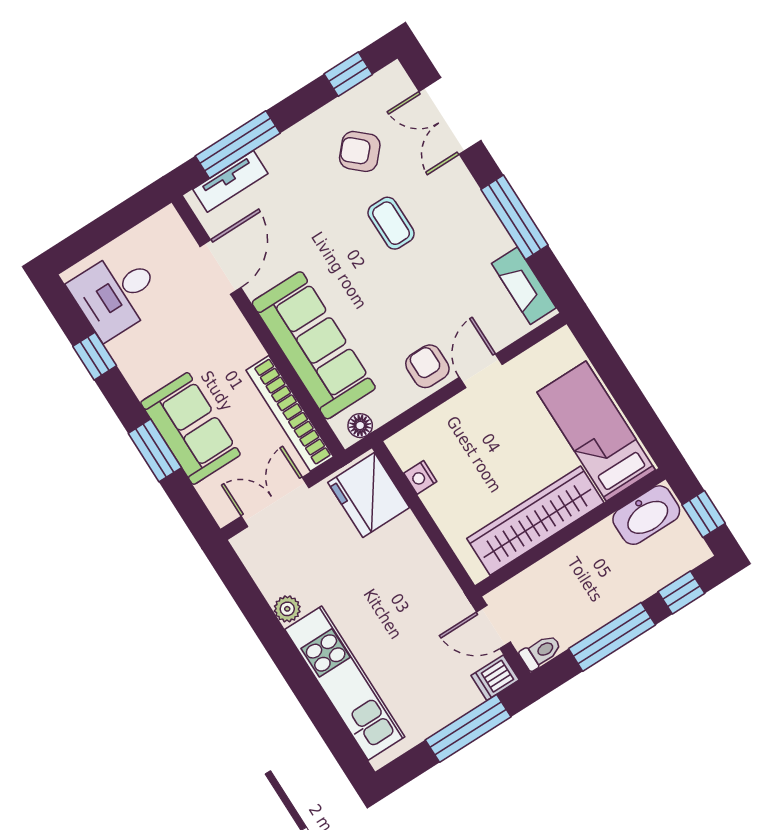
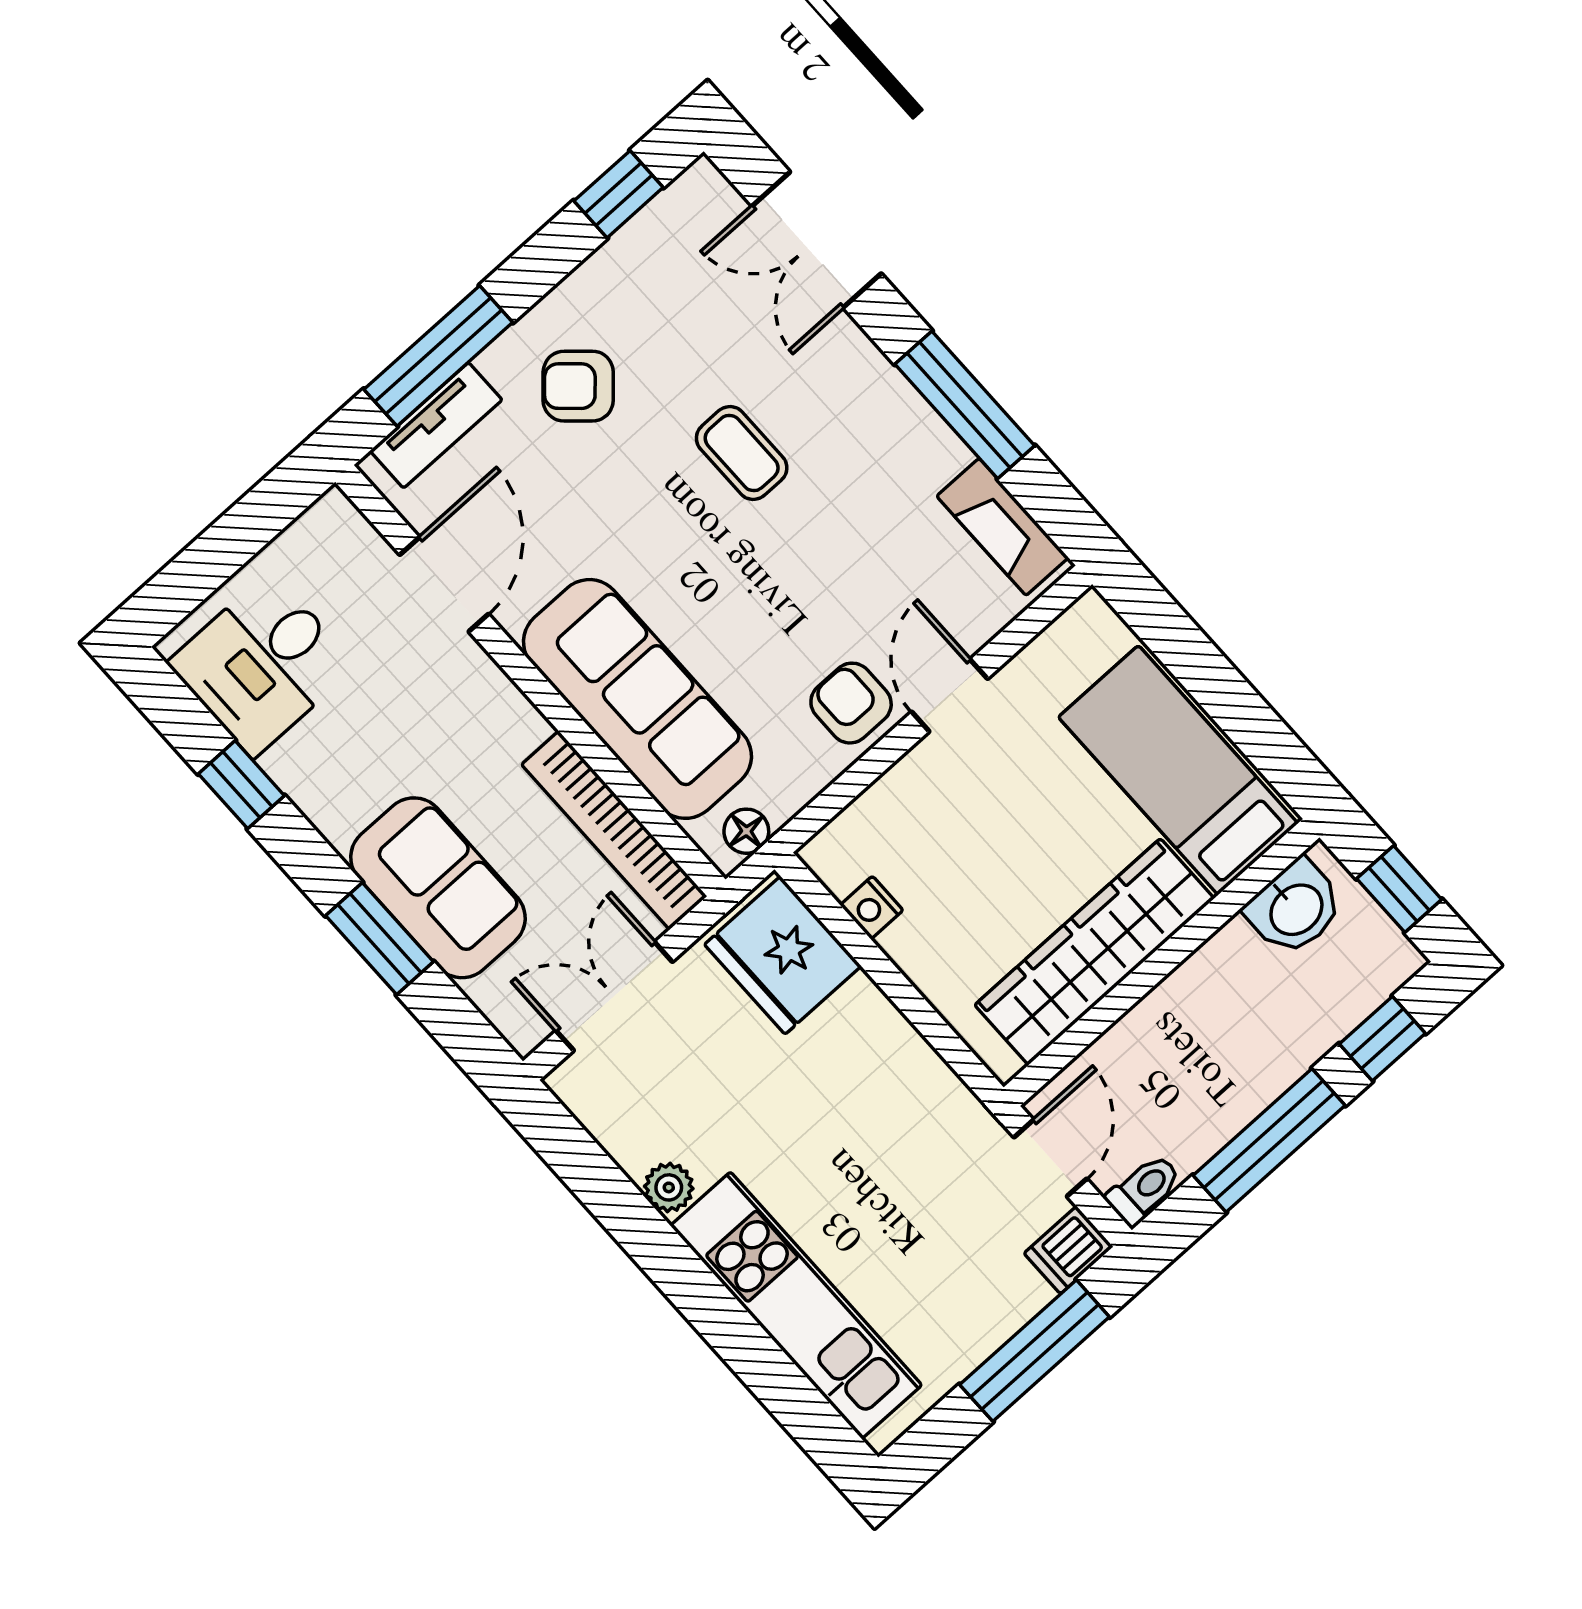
armchair: (360, 151) -> (578, 386), moved
washbasin: (646, 515) -> (1295, 908), width x0.72
door: (494, 627) -> (1050, 1158), swing flipped

